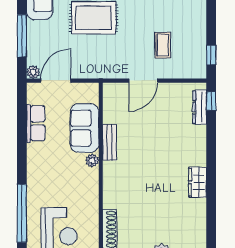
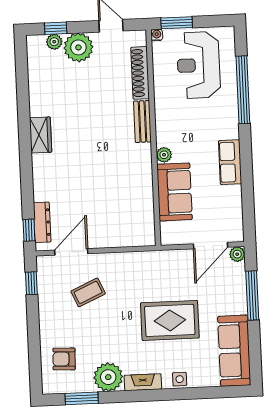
coffee table: (163, 45) -> (88, 292), turned 66
door: (143, 81) -> (71, 252), moved
row of seats: (36, 123) -> (230, 162), moved
bench: (109, 142) -> (142, 121), moved

